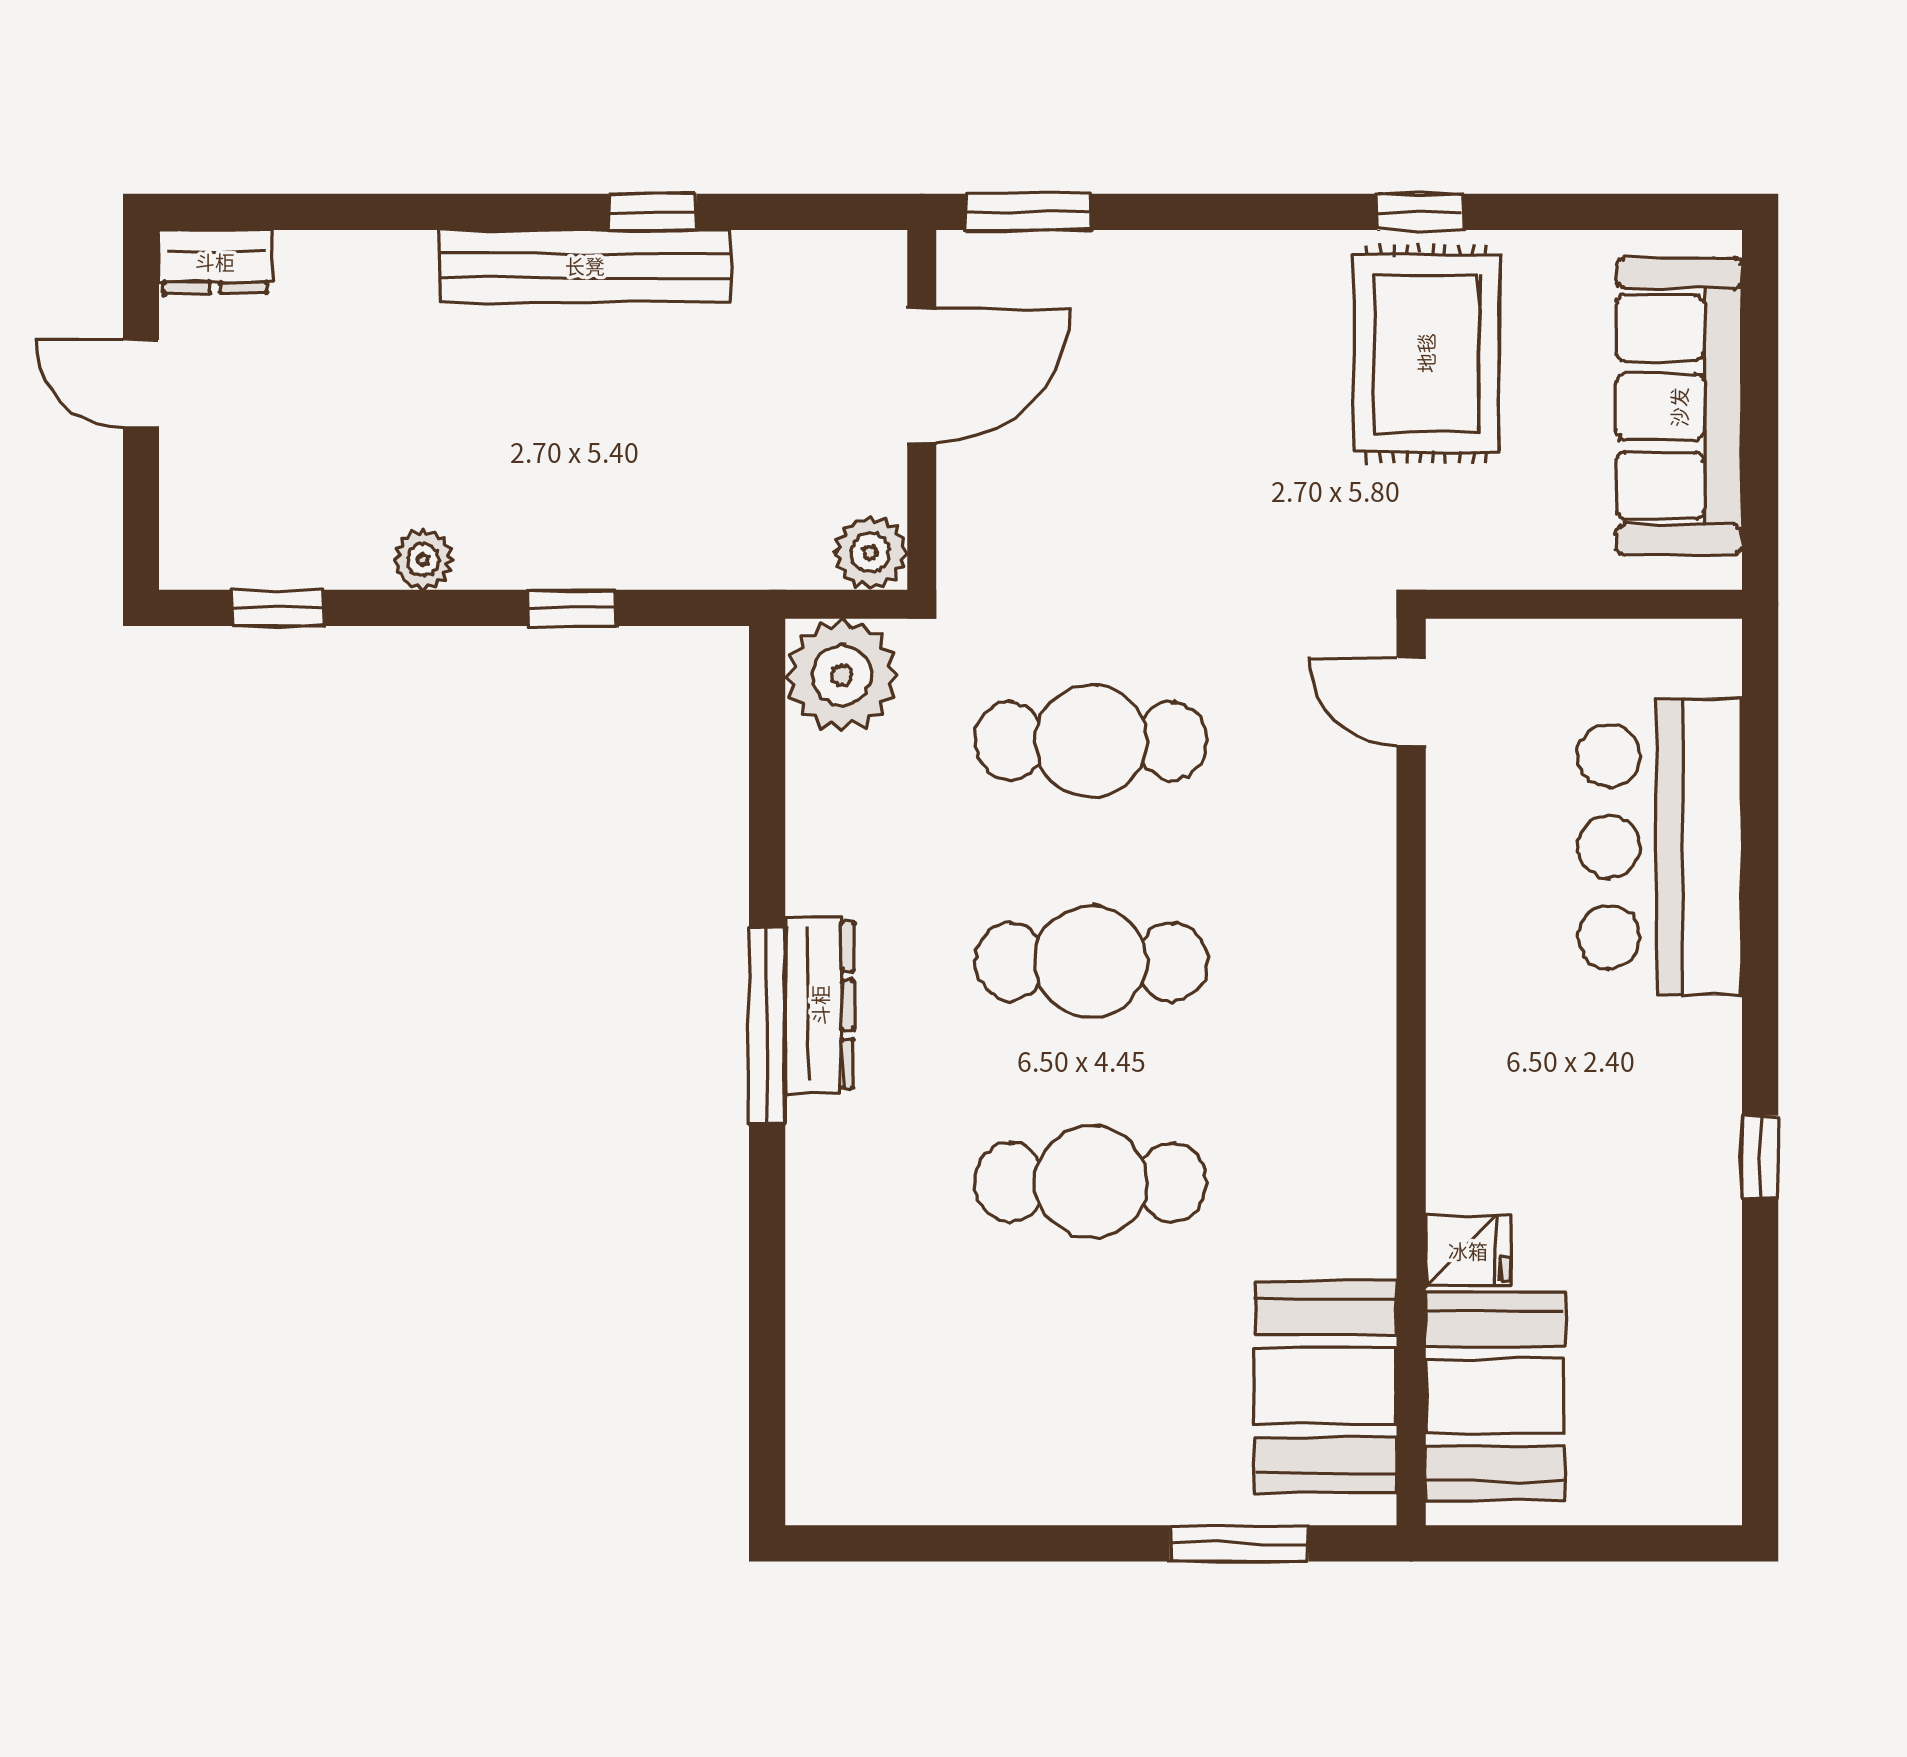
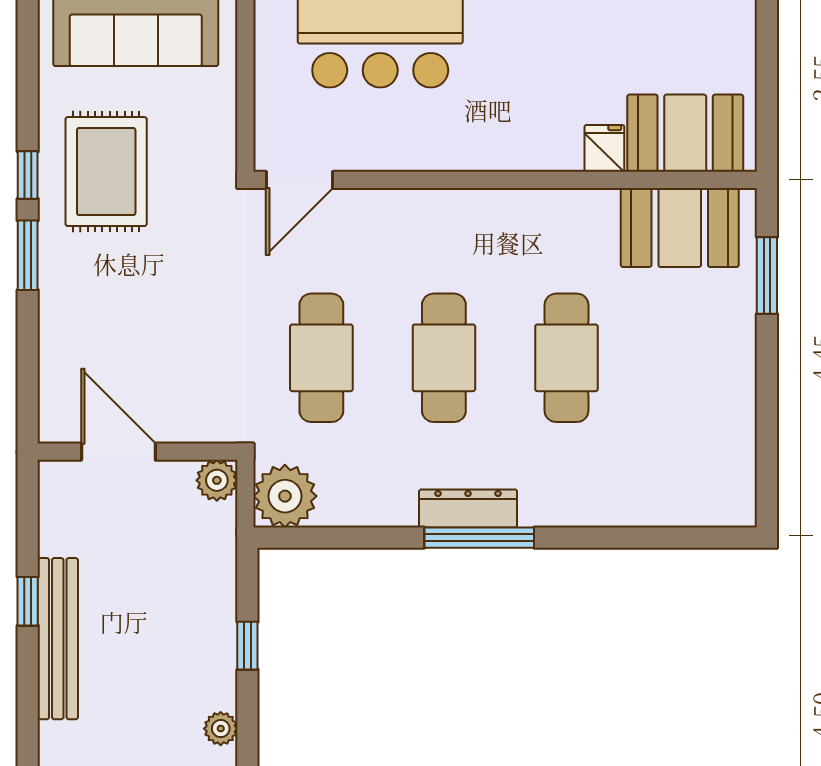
window: (1028, 212) -> (28, 255), moved
rug: (1426, 353) -> (106, 172), turned 90
door: (1411, 701) -> (300, 180), width x1.38

